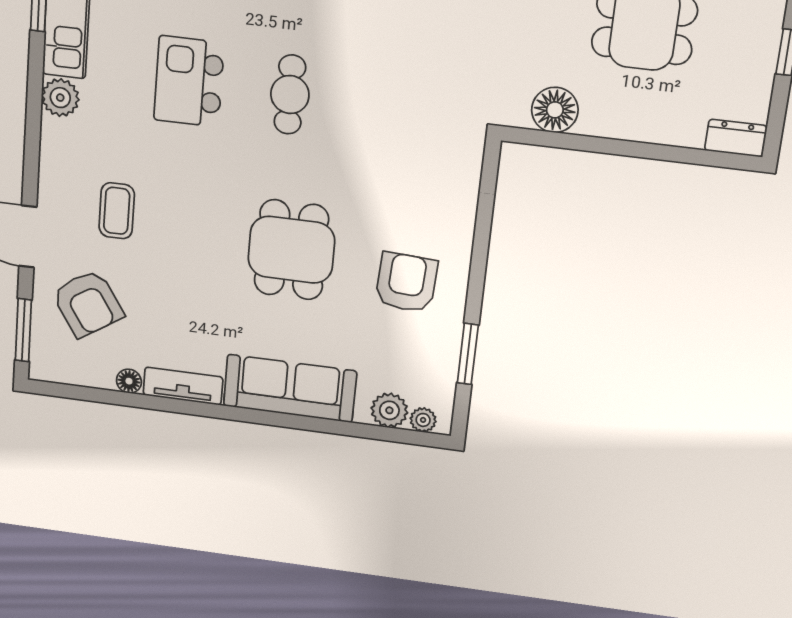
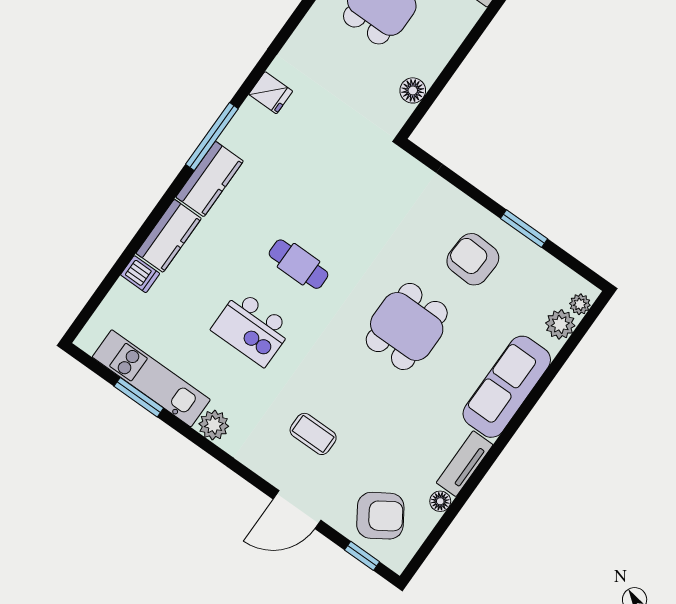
floor lamp: (555, 110) -> (413, 90), width x0.73, depth x0.73
dining table: (291, 250) -> (407, 326), turned 90
armchair: (88, 304) -> (380, 516), moved
window: (23, 330) -> (362, 556), width x0.67
window: (468, 354) -> (524, 229), moved

